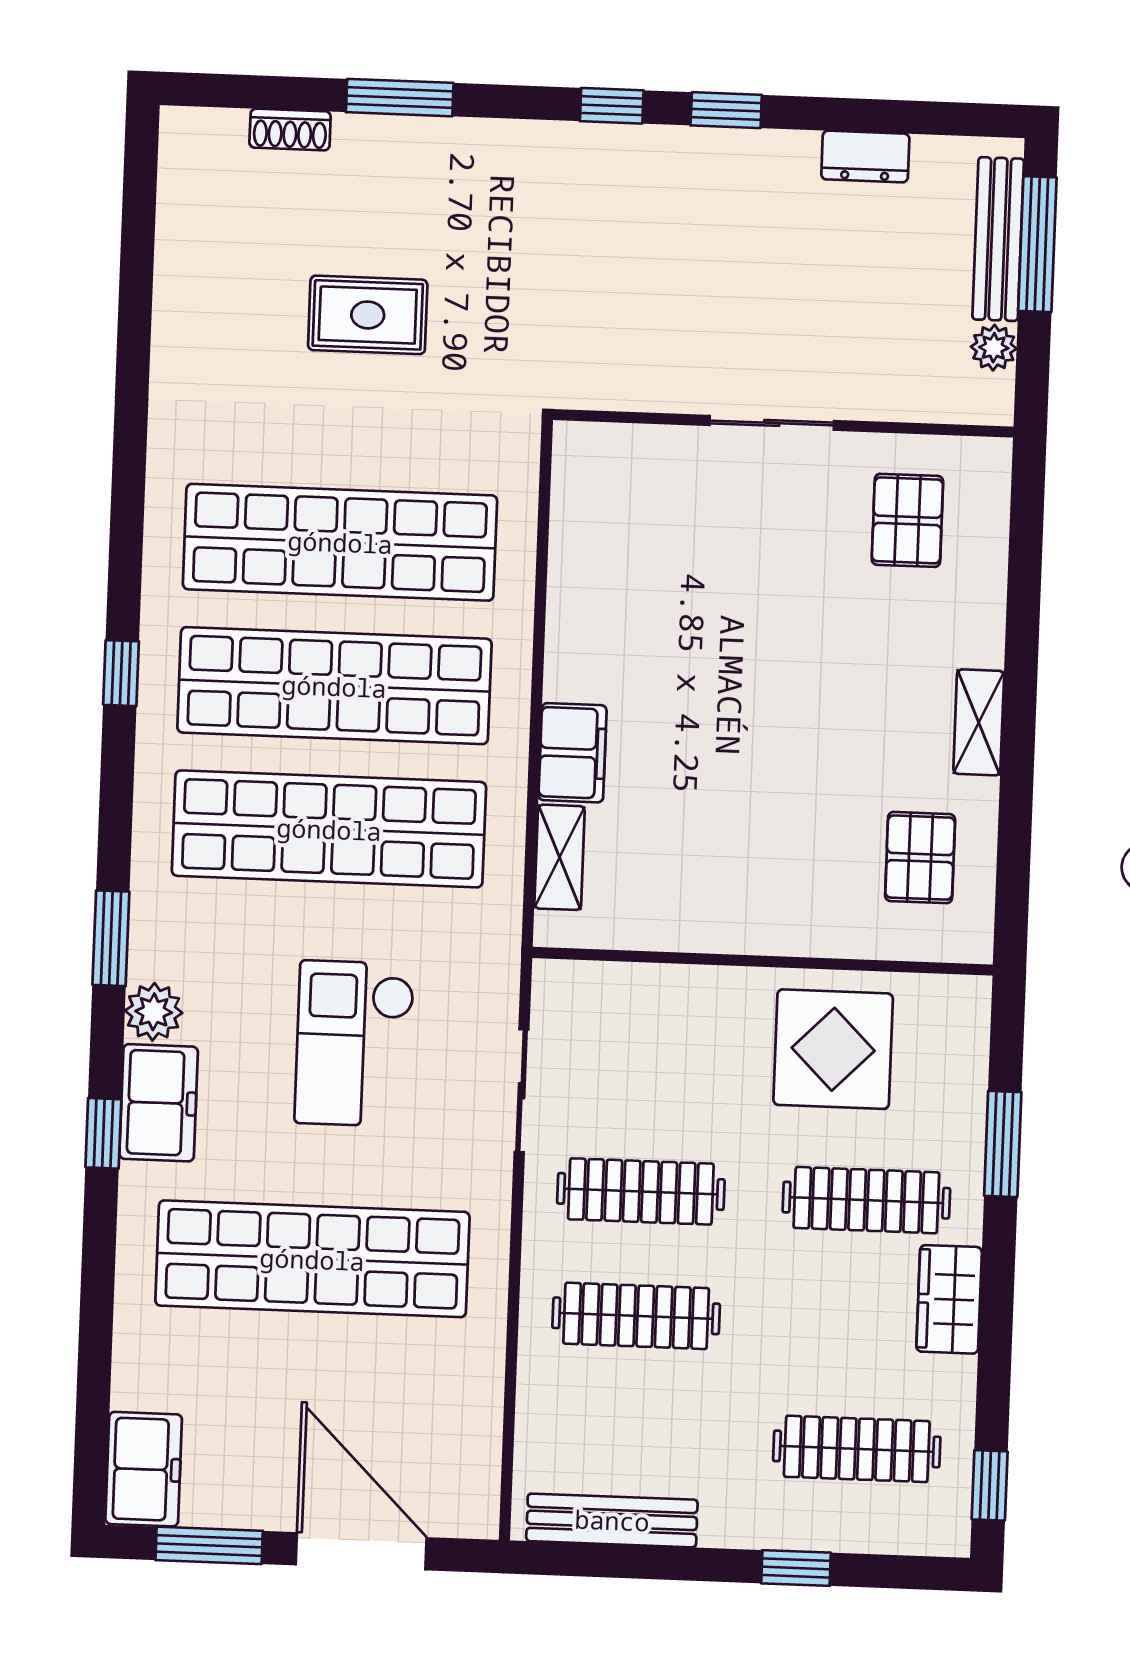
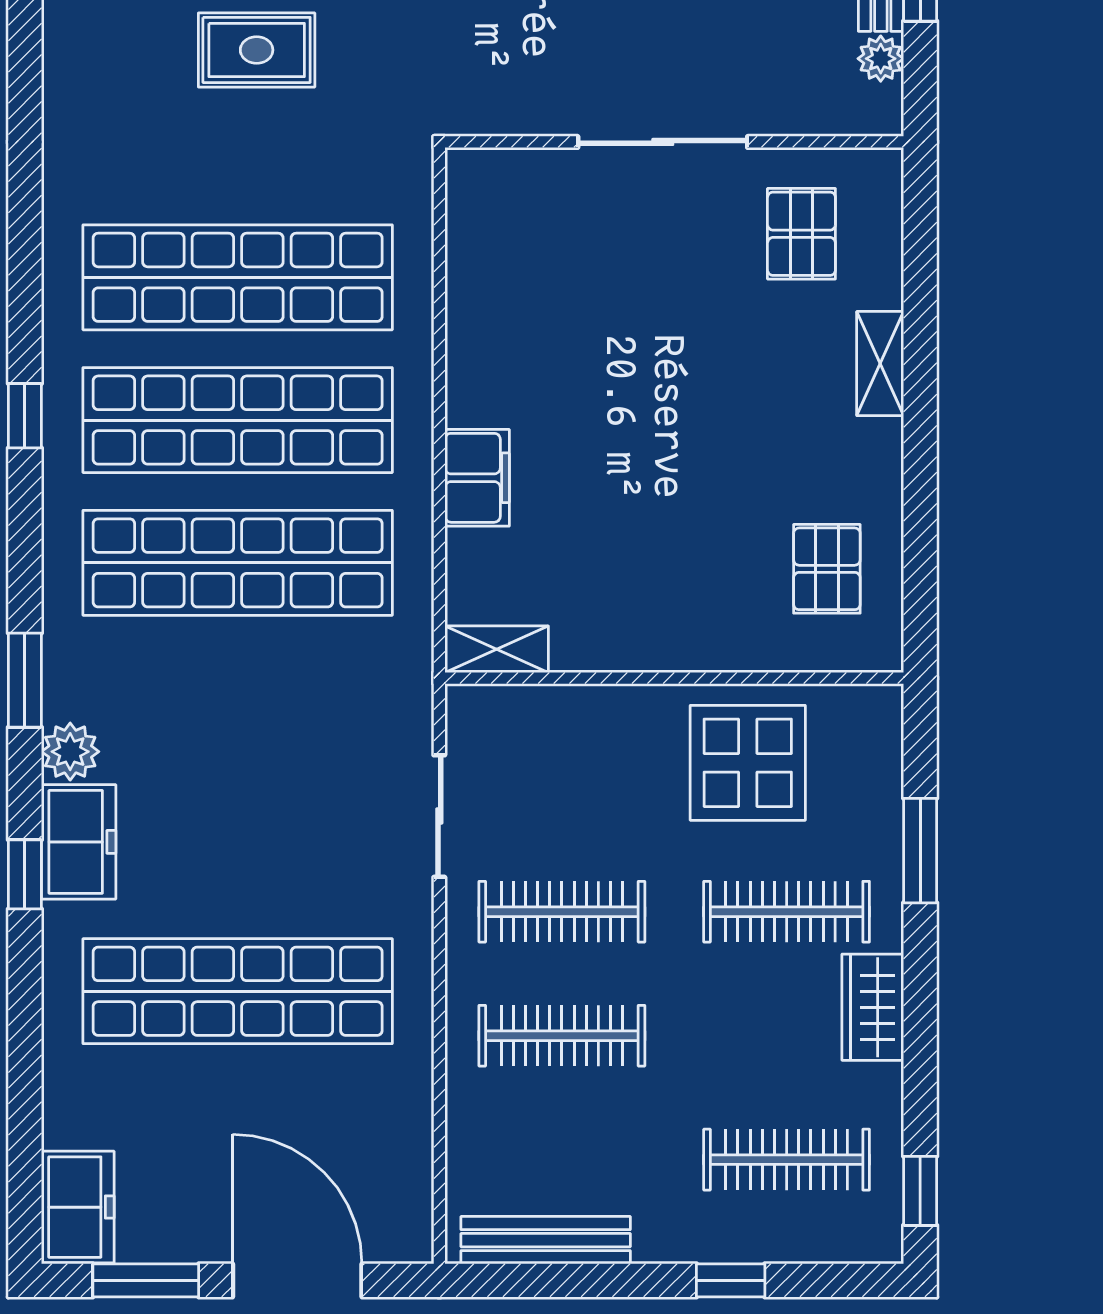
sliding door: (772, 423) -> (663, 142), width x1.37
shelving: (979, 722) -> (880, 364), moved
shelving: (560, 857) -> (497, 649), moved, turned 90
checkout: (354, 1044) -> (271, 776), removed

